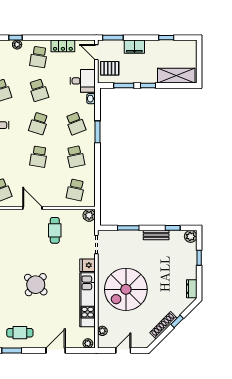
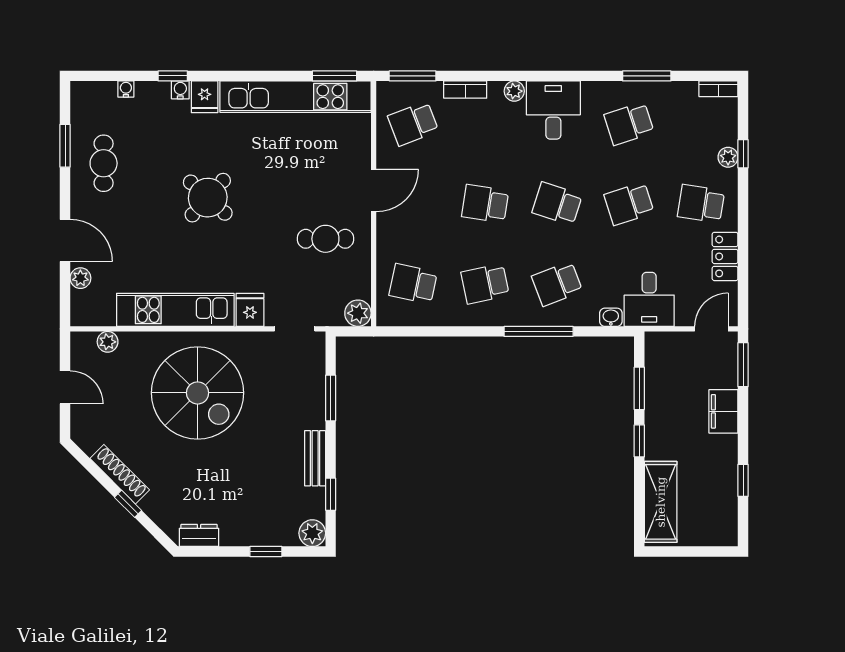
pallet: (110, 68) -> (676, 358), removed
window: (98, 132) -> (539, 331), width x1.44
spiral stairs: (126, 289) -> (198, 393), turned 180
plant: (88, 343) -> (80, 278), moved

